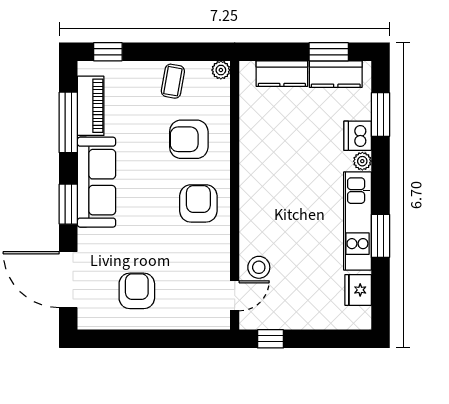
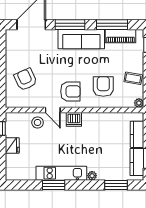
dishwasher: (358, 136) -> (74, 119), moved, turned 180
window: (68, 204) -> (70, 25), width x1.44
fridge: (358, 290) -> (12, 145), moved, turned 90
armchair: (137, 291) -> (26, 79), moved, turned -114
door: (235, 296) -> (53, 110), moved

